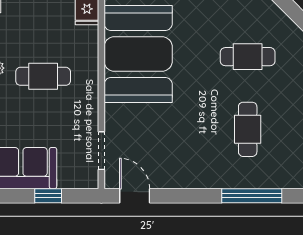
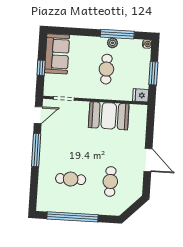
booth: (138, 54) -> (109, 116), width x0.73, depth x0.70
window: (252, 196) -> (36, 150), moved

